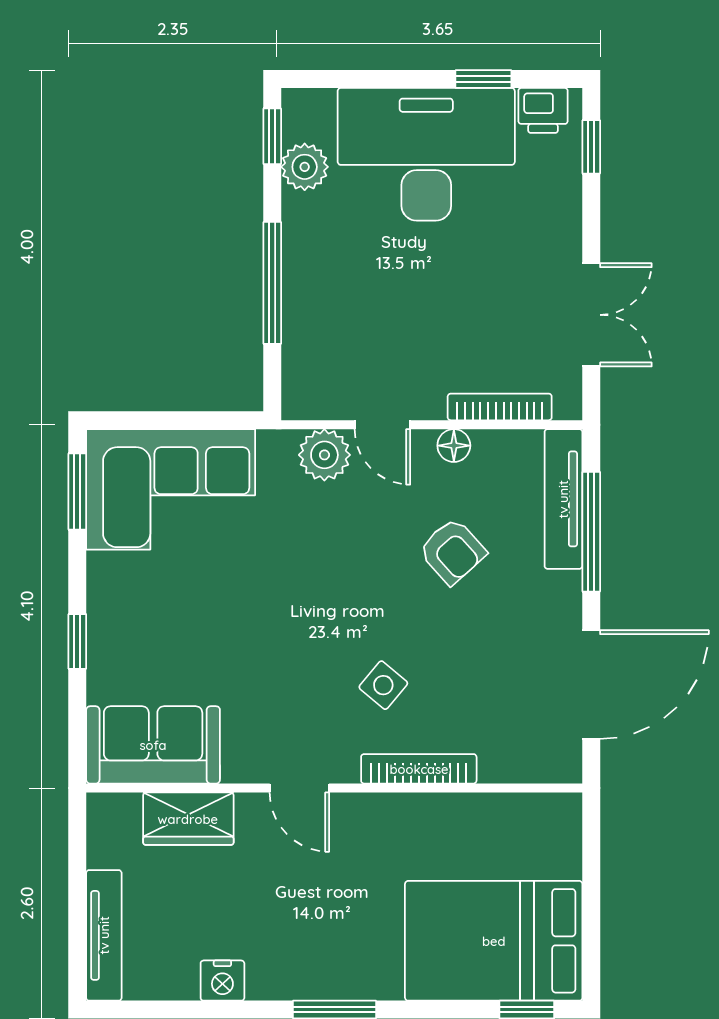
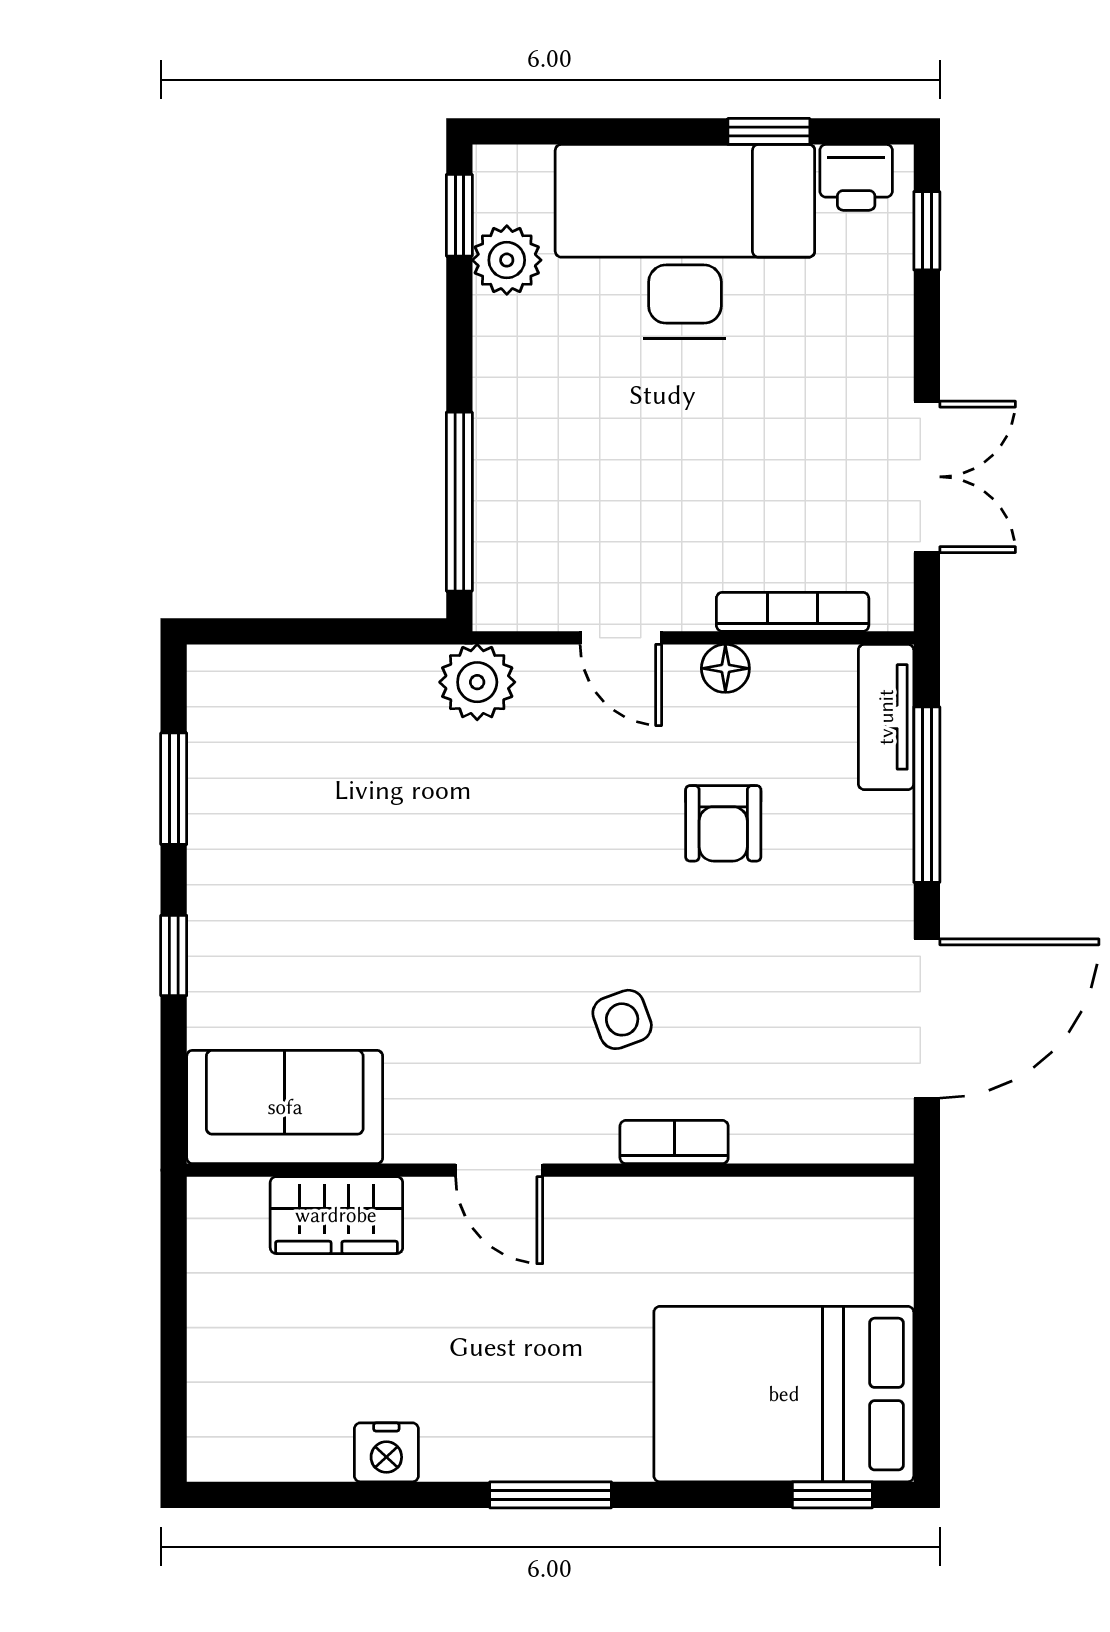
window: (272, 283) -> (459, 502), moved
plant: (324, 455) -> (477, 682), moved
corner sofa: (171, 489) -> (310, 733), removed
window: (77, 492) -> (174, 789), moved
tv unit: (563, 499) -> (886, 717), width x0.71
armchair: (452, 551) -> (723, 823), turned 42
side table: (383, 685) -> (622, 1019), turned 30
bookcase: (419, 769) -> (674, 1142), width x0.64
tv unit: (104, 935) -> (213, 1386), removed

